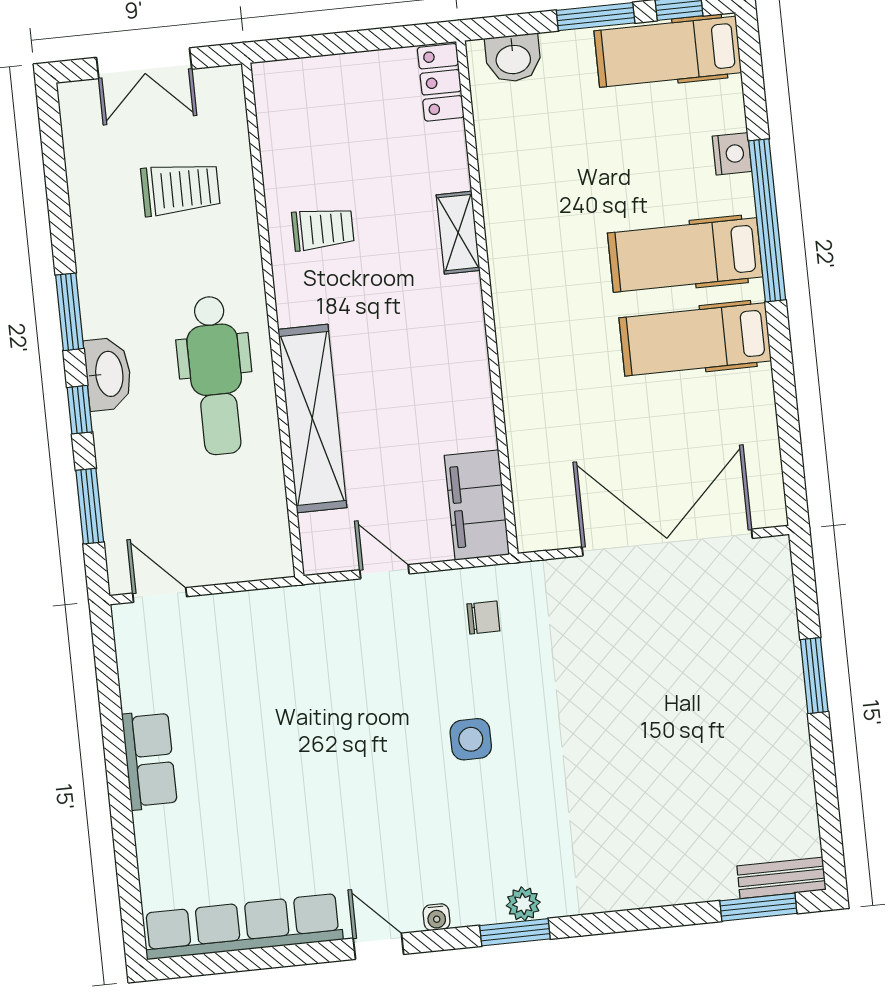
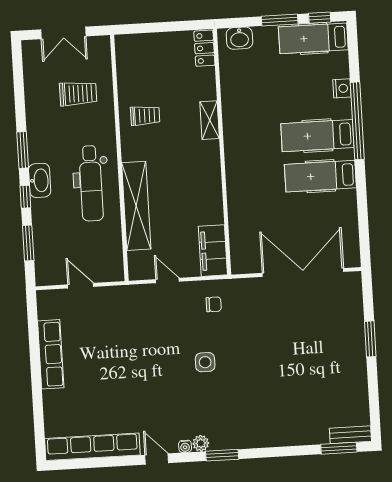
door: (160, 595) -> (81, 286), moved
row of seats: (149, 760) -> (51, 354), width x1.48
plant: (523, 904) -> (201, 443), moved

